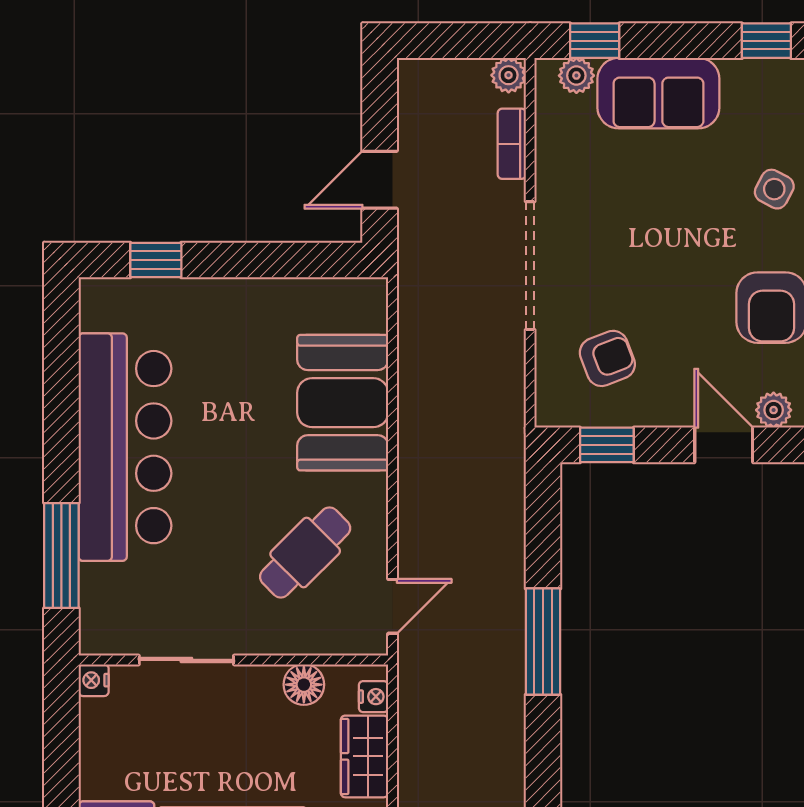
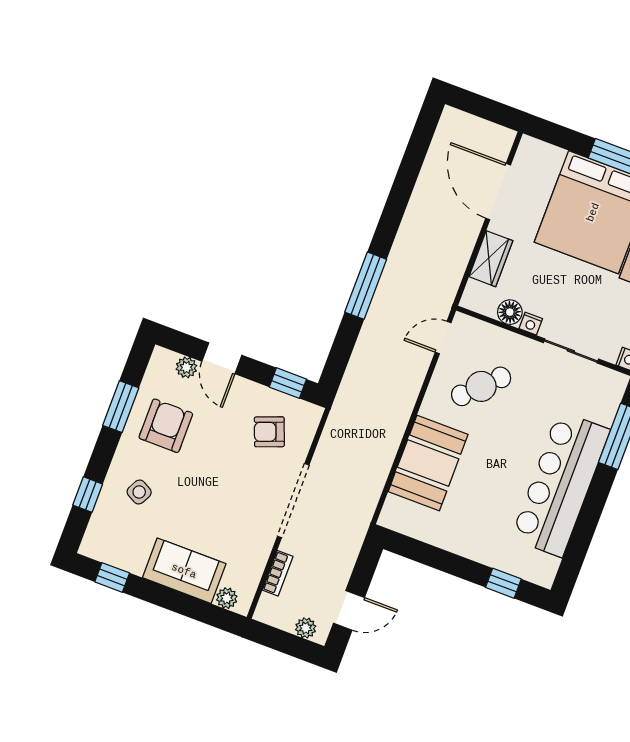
window: (595, 41) -> (209, 614), removed
plant: (509, 75) -> (306, 628), moved
door: (380, 180) -> (349, 610), moved
nightstand: (374, 697) -> (531, 324), moved, turned -90

